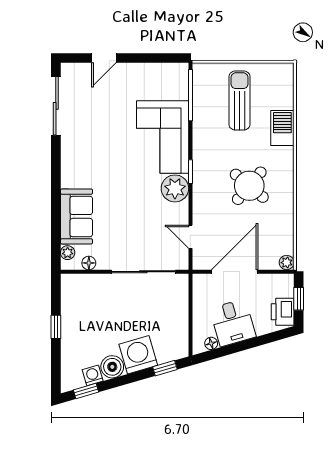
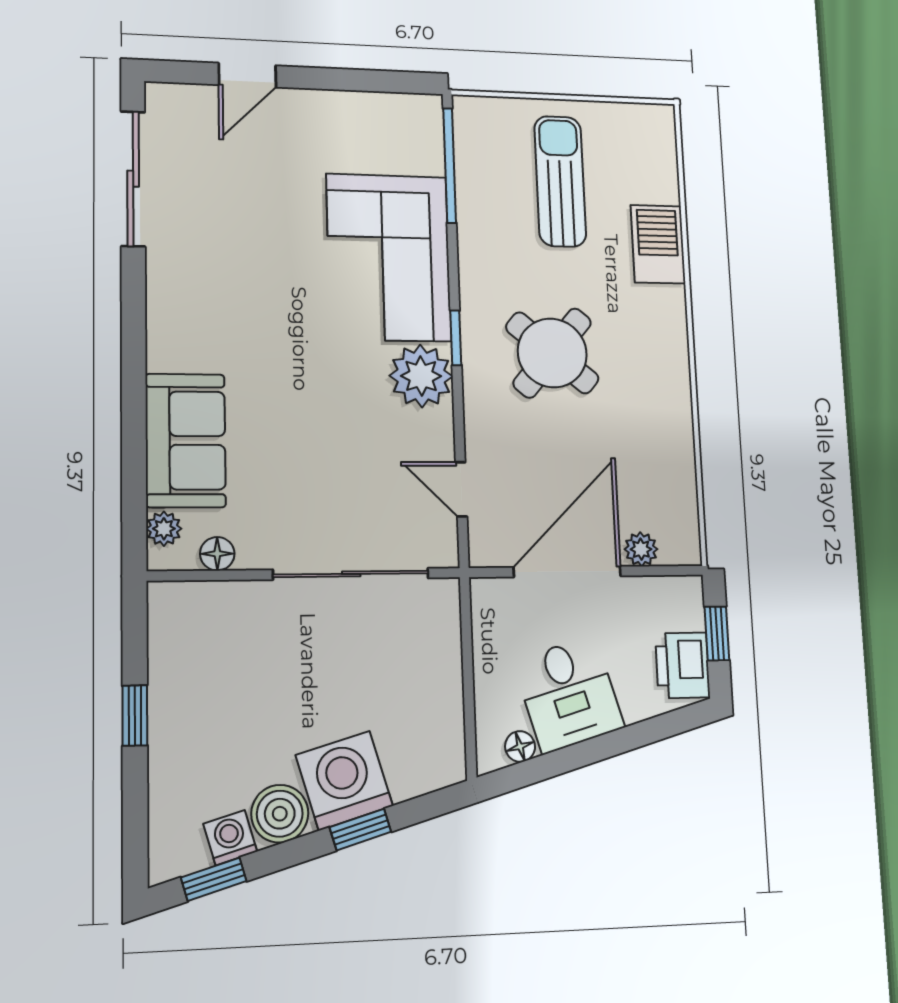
round table: (249, 186) -> (552, 353), moved
plant: (287, 263) -> (641, 549), moved
window: (165, 368) -> (360, 829), moved

